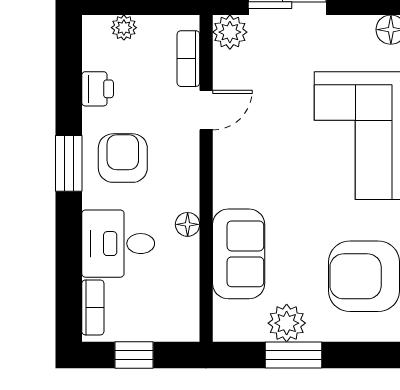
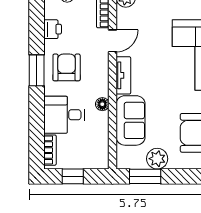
tv unit: (226, 172) -> (123, 75), added
window: (294, 355) -> (145, 176), moved

